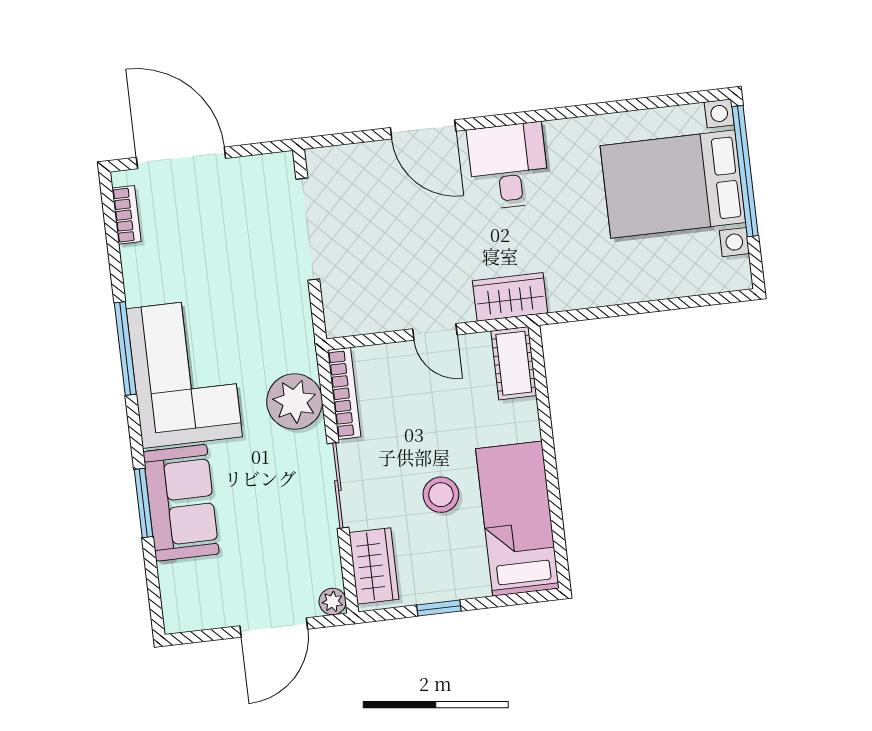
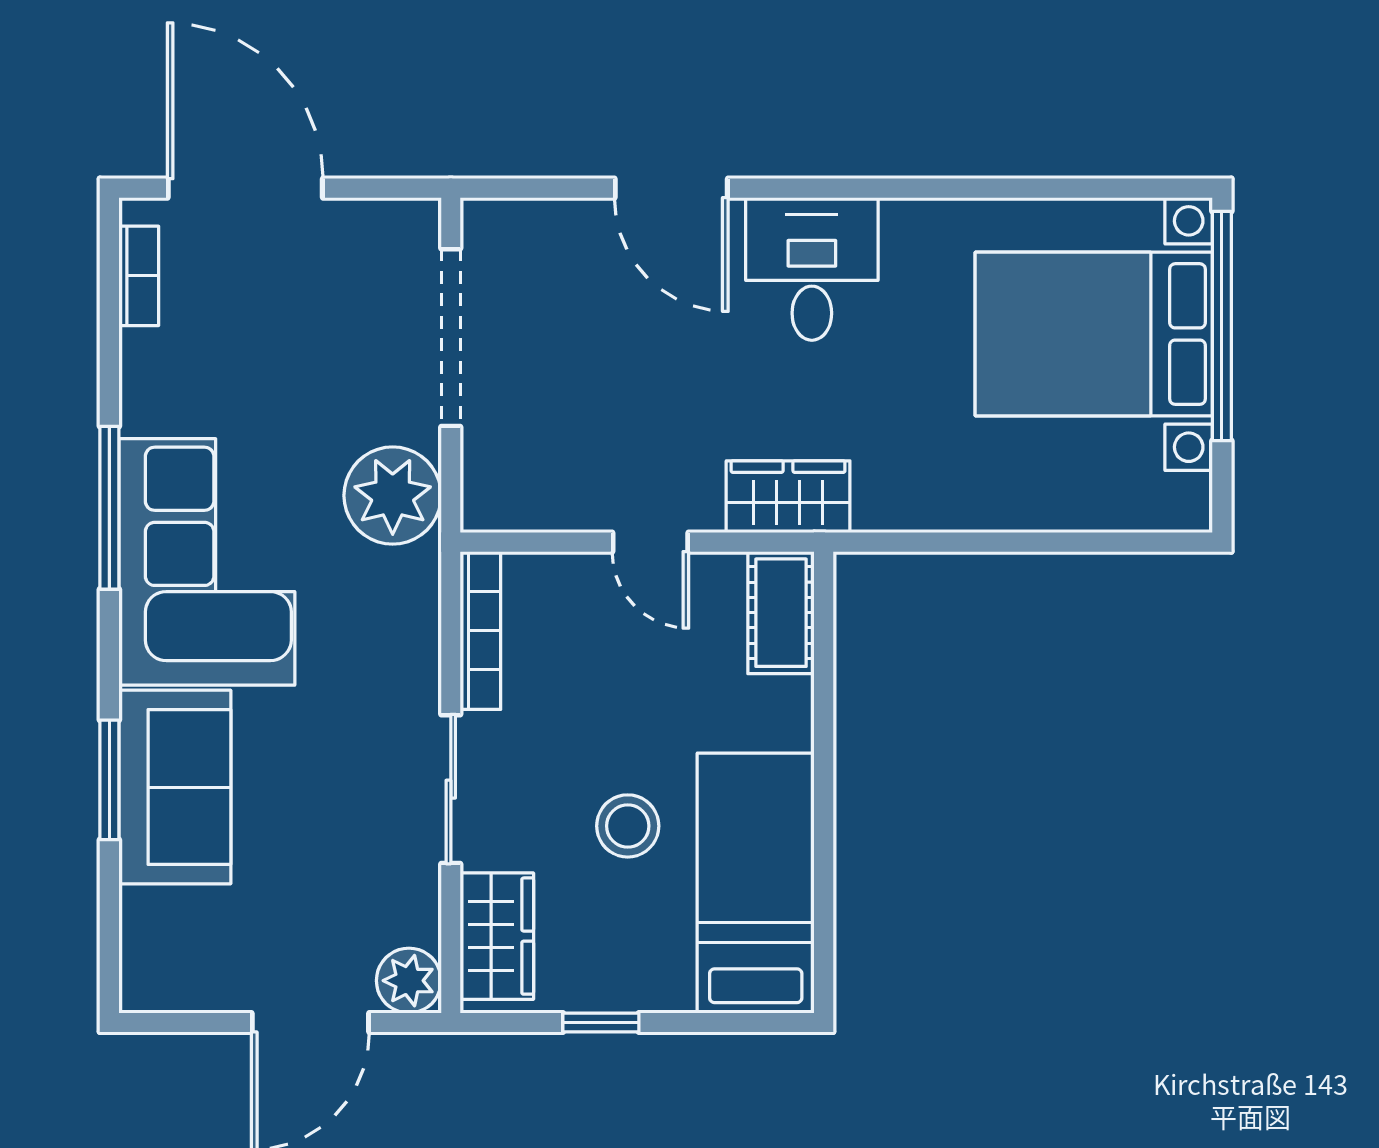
plant: (295, 402) -> (393, 496), moved
plant: (333, 602) -> (409, 981), width x1.38, depth x1.38

